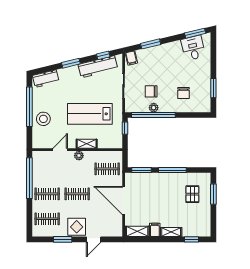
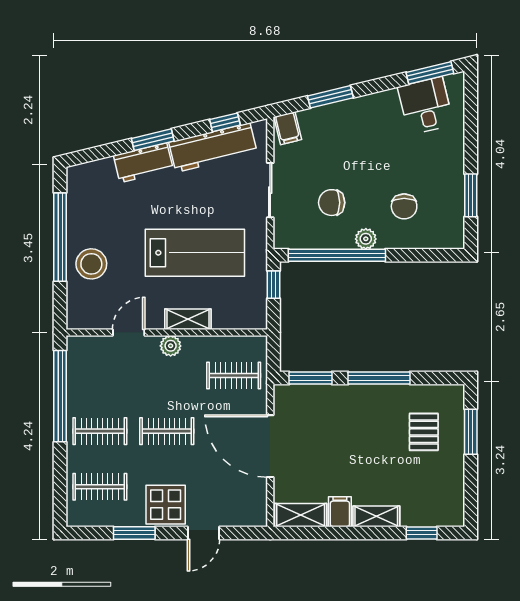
workbench: (46, 79) -> (143, 163), moved
plant: (154, 108) -> (366, 239), moved
lab bench: (90, 114) -> (195, 253), turned 180

